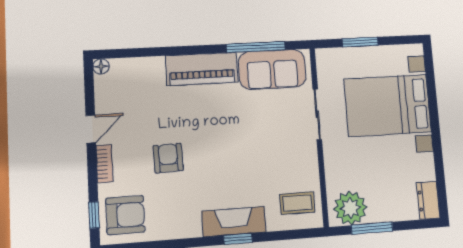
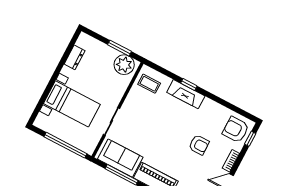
window: (360, 42) -> (65, 145), width x2.11
bed with nightstands: (388, 105) -> (72, 104), width x0.73
armchair: (168, 158) -> (199, 145), turned -88
dresser: (428, 200) -> (75, 57), moved

